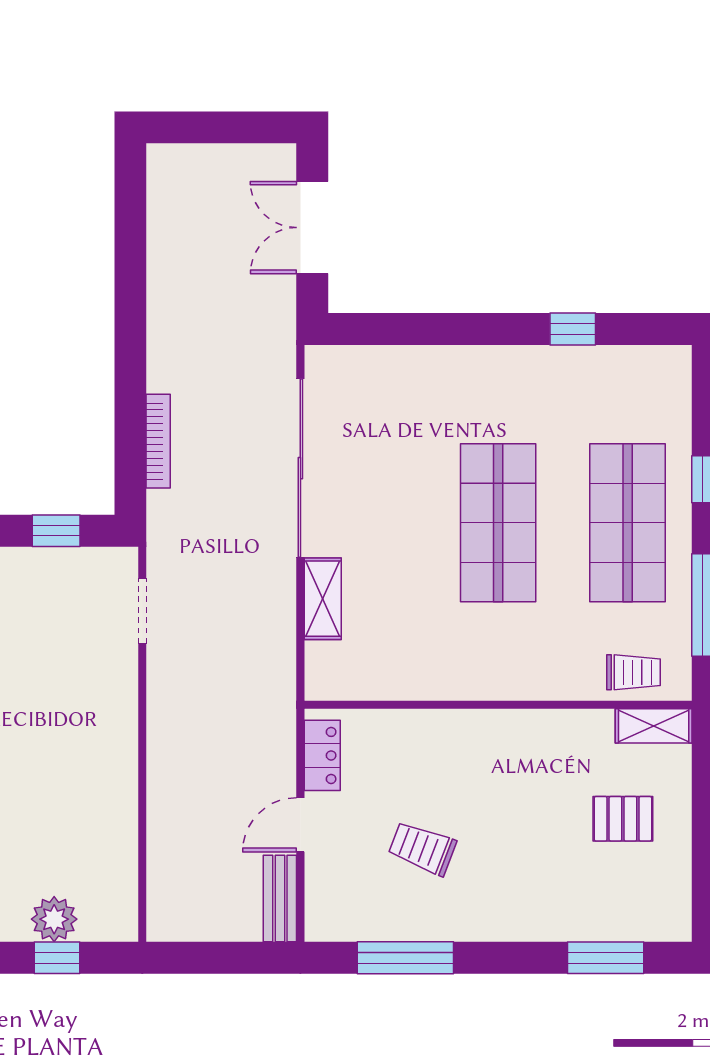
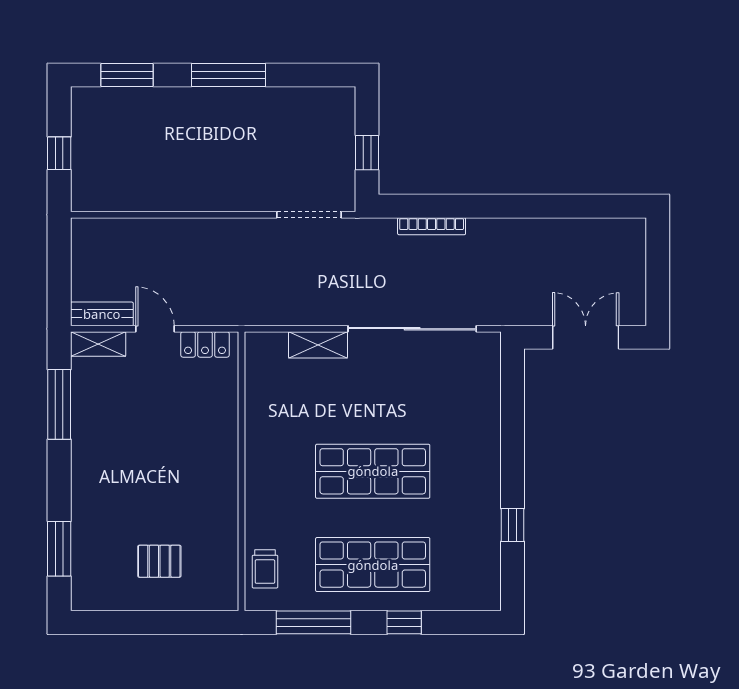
doorway: (142, 611) -> (309, 215), width x1.38
shelving: (654, 726) -> (98, 344), moved, turned 90
pallet: (623, 819) -> (159, 561), turned 90
trolley: (422, 848) -> (138, 417), removed
plant: (54, 919) -> (87, 151), removed

